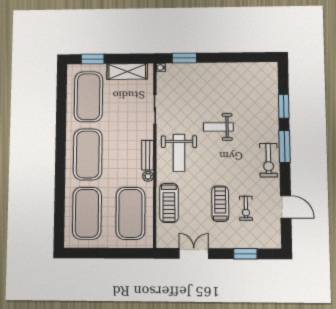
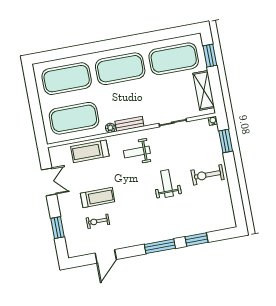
weight bench: (179, 153) -> (137, 152), width x0.73, depth x0.75
exercise bike: (269, 160) -> (208, 175), moved

